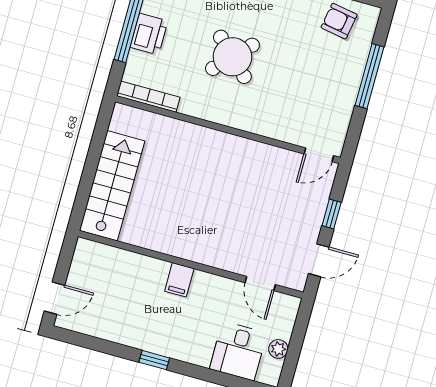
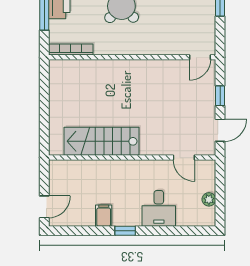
stairs: (112, 186) -> (102, 141), moved, turned -90
filing cabinet: (179, 280) -> (104, 216), moved, turned 180
desk: (238, 351) -> (159, 208), moved

